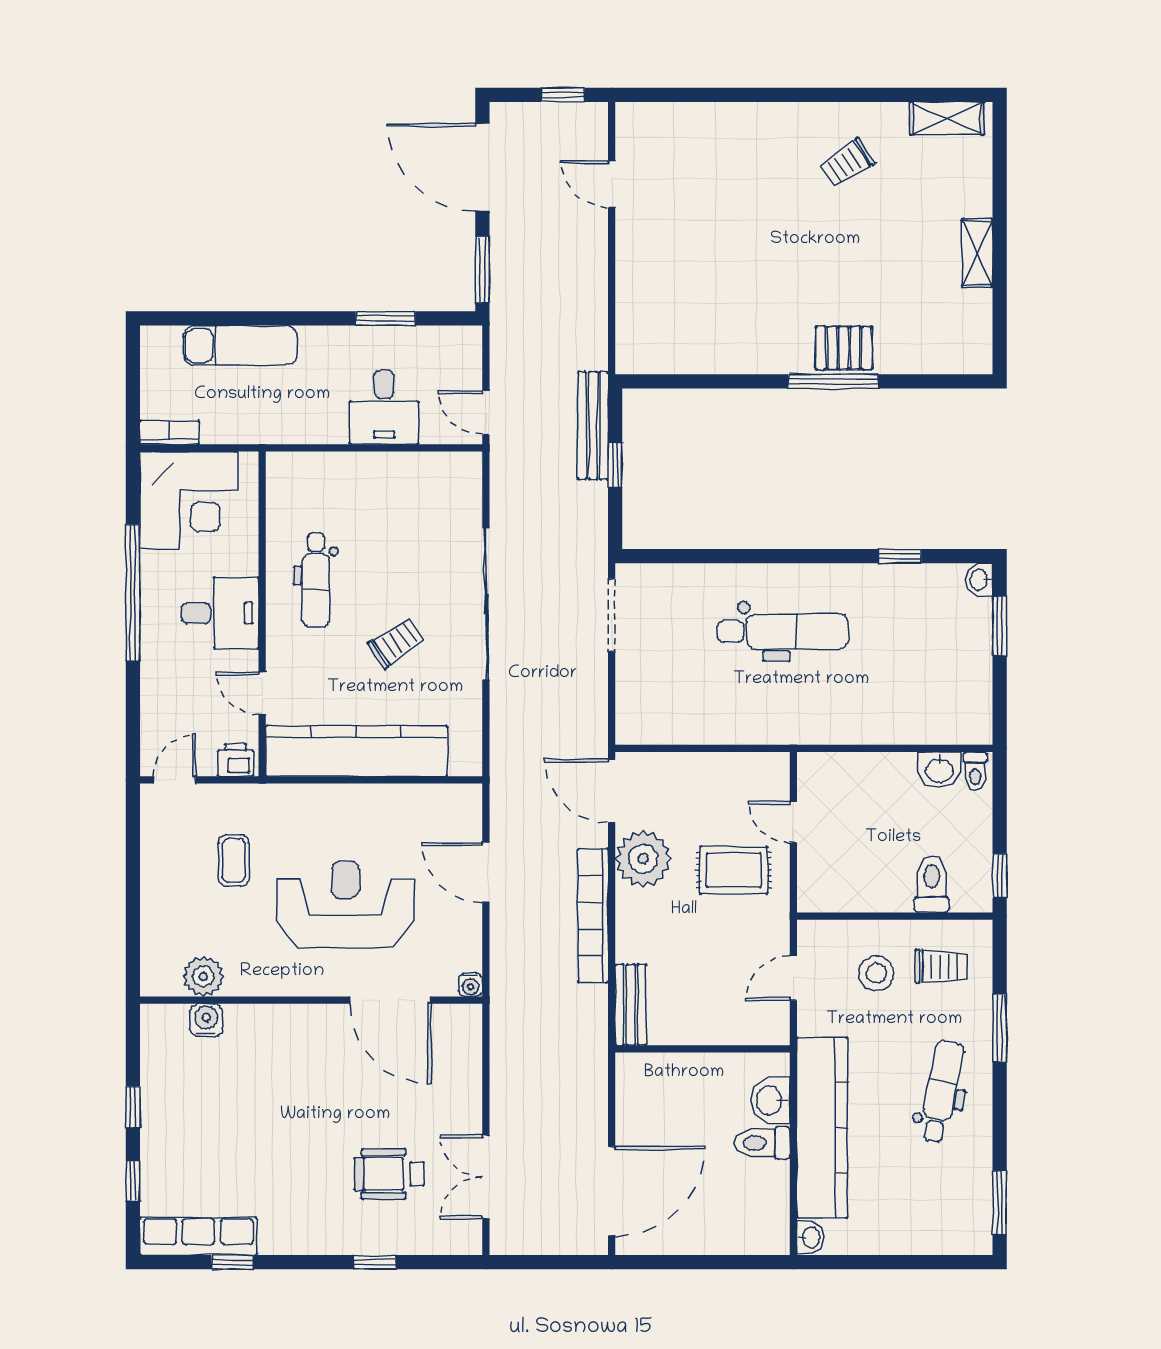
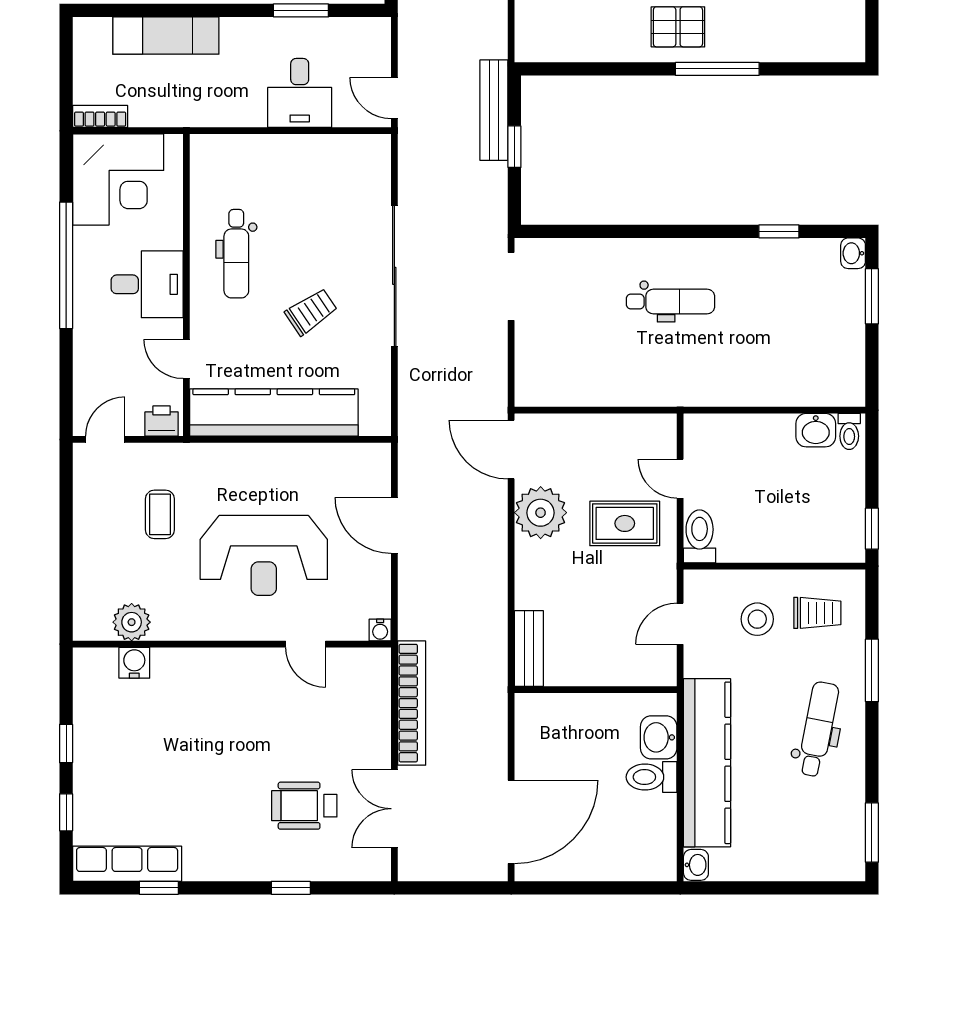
pallet: (844, 348) -> (678, 27), moved
dental chair: (783, 632) -> (671, 302), width x0.73, depth x0.72
toilet: (932, 884) -> (700, 536), moved
reception desk: (345, 905) -> (264, 555), turned 180
bookcase: (593, 916) -> (412, 703), moved, turned 180
door: (391, 1000) -> (306, 644), width x0.53

